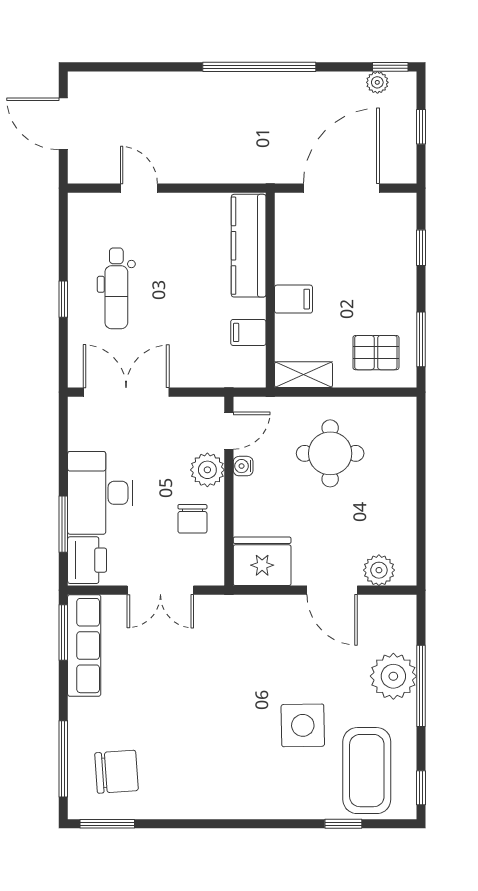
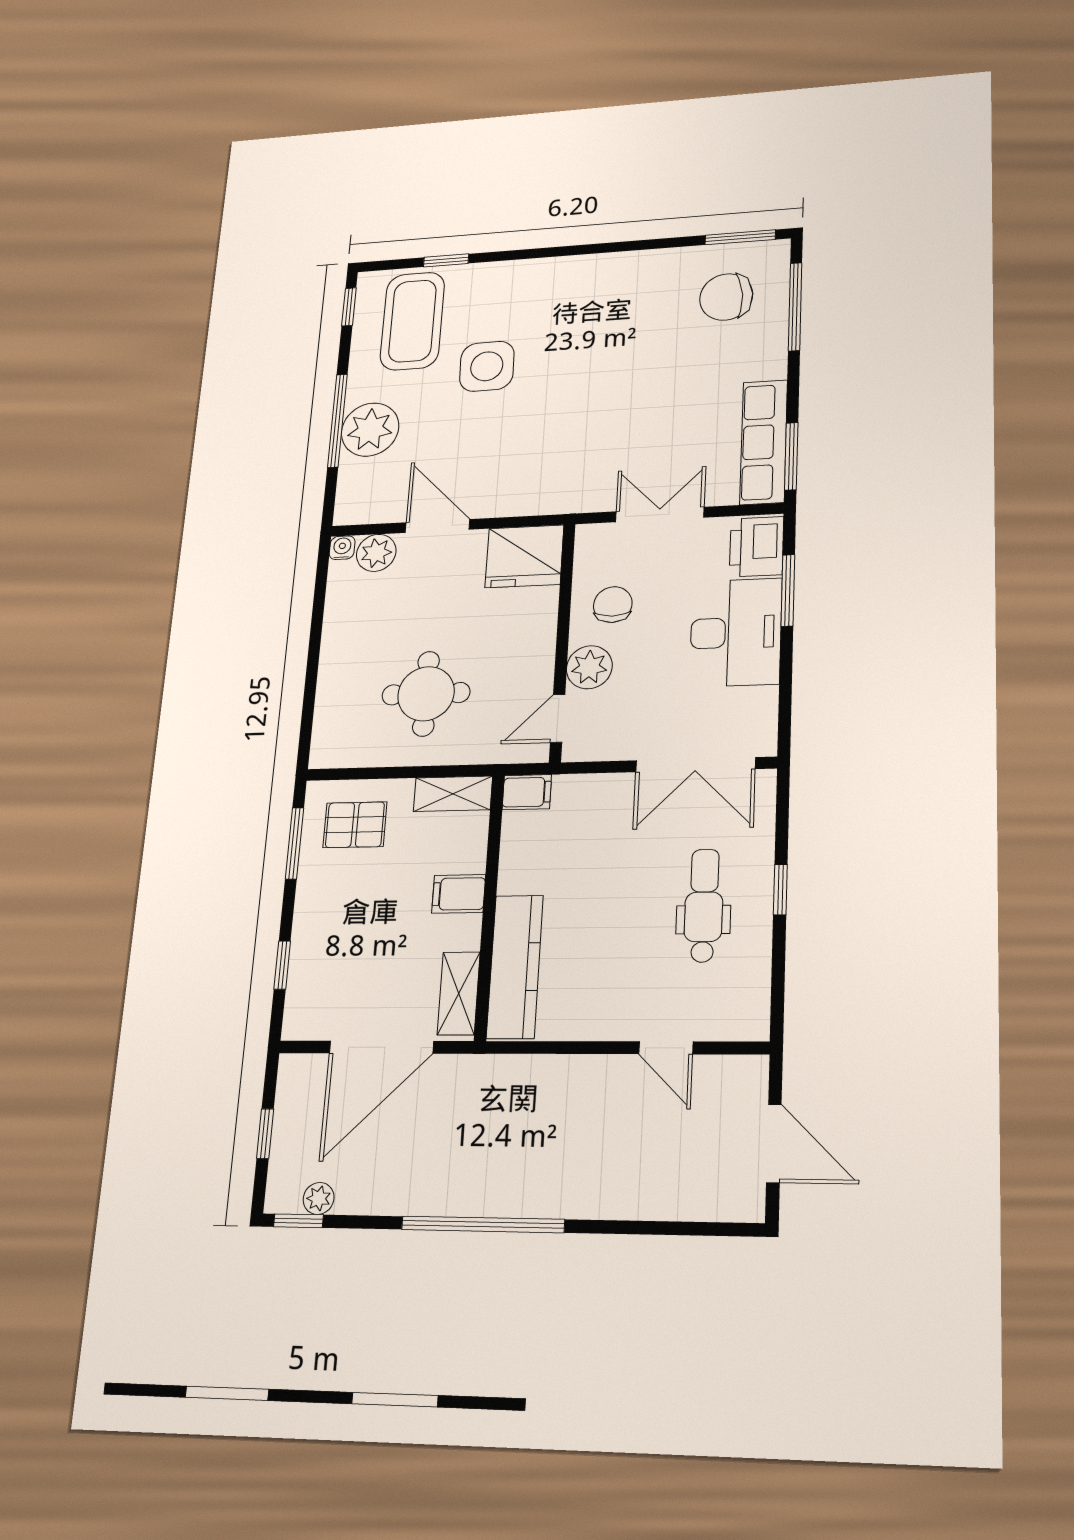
shelving: (288, 227) -> (459, 993), added
filing cabinet: (248, 332) -> (527, 792), moved
water cooler: (243, 466) -> (342, 548), moved, turned -90

